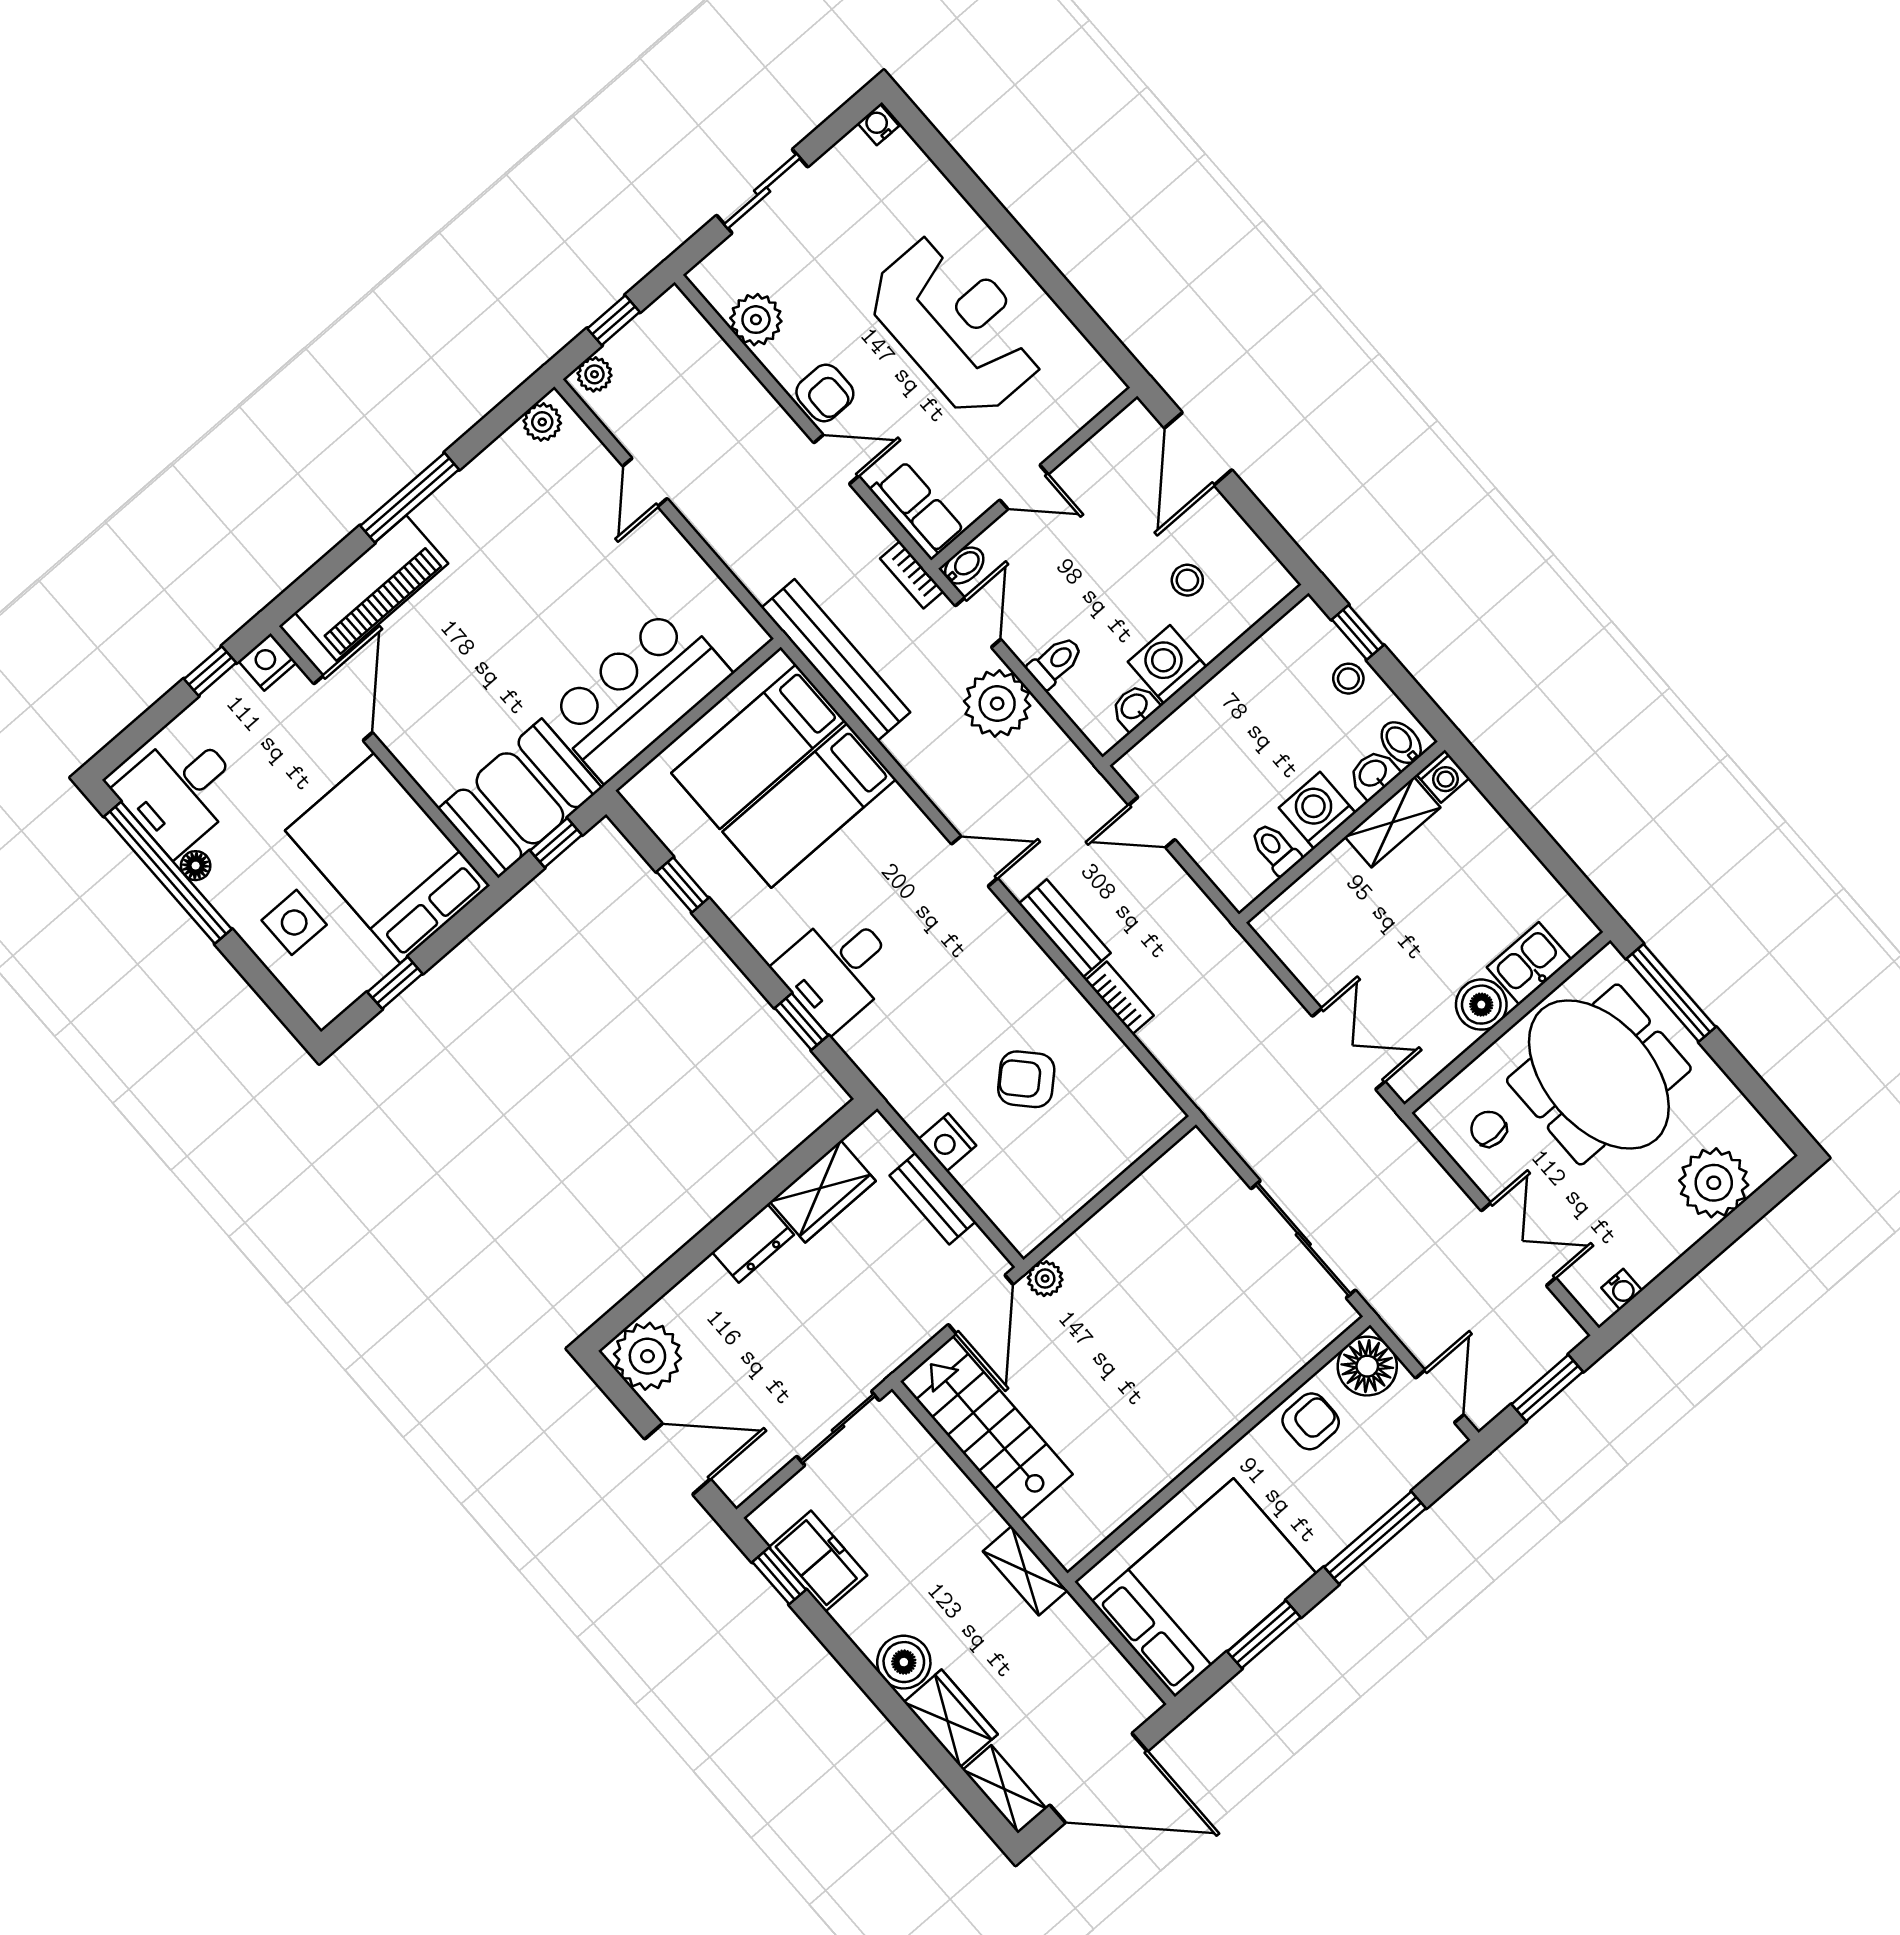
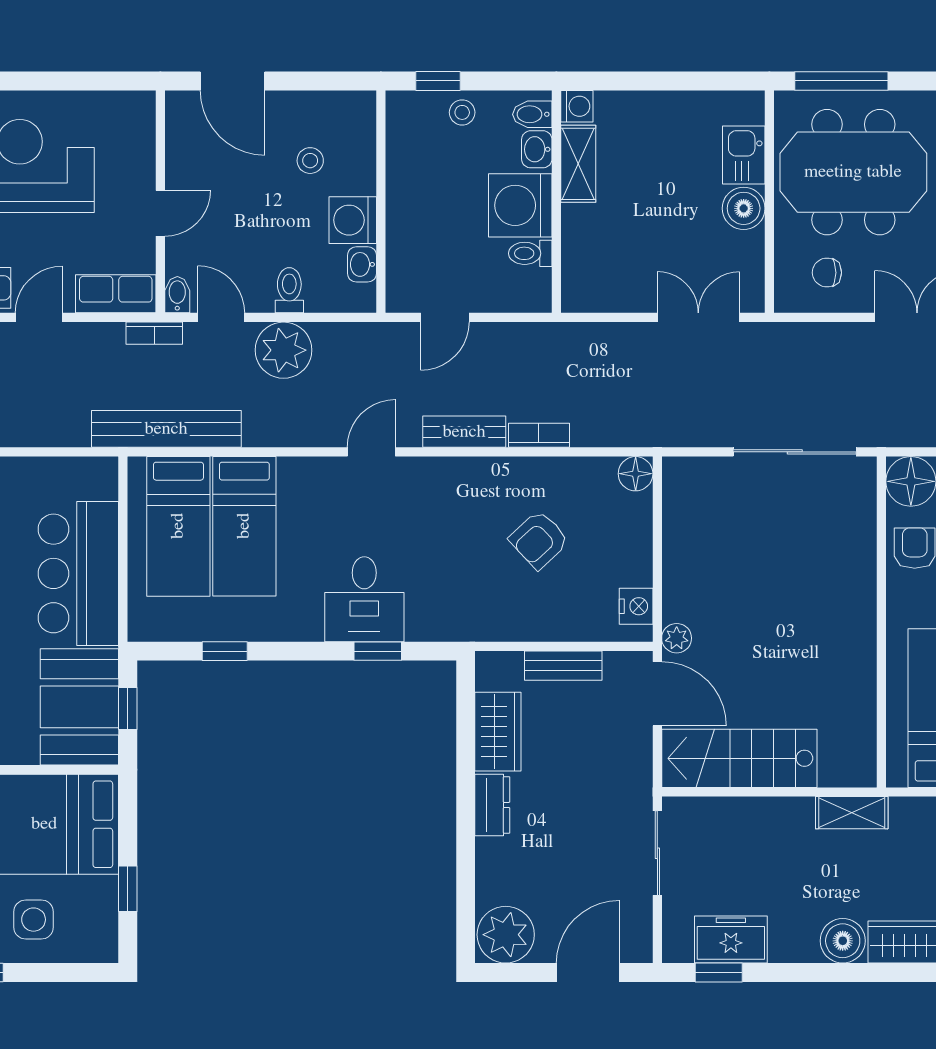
washing machine: (1317, 810) -> (520, 205), width x1.37, depth x1.37
floor lamp: (1160, 1114) -> (636, 474), added
nightstand: (947, 1142) -> (636, 606), moved, turned -90

